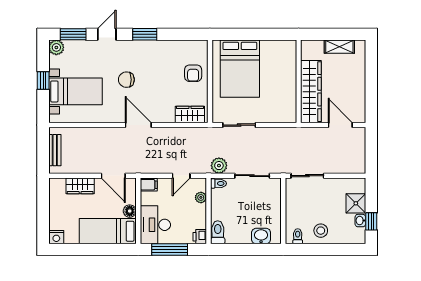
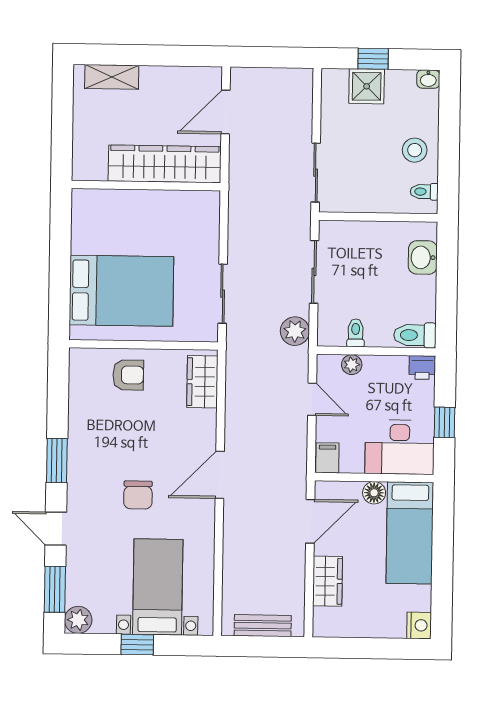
shelving: (339, 47) -> (112, 77), moved, turned 90
toilet: (218, 183) -> (356, 333), moved
washbasin: (360, 221) -> (428, 79), moved
window: (371, 221) -> (373, 59), moved
window: (170, 250) -> (445, 422), width x0.46

